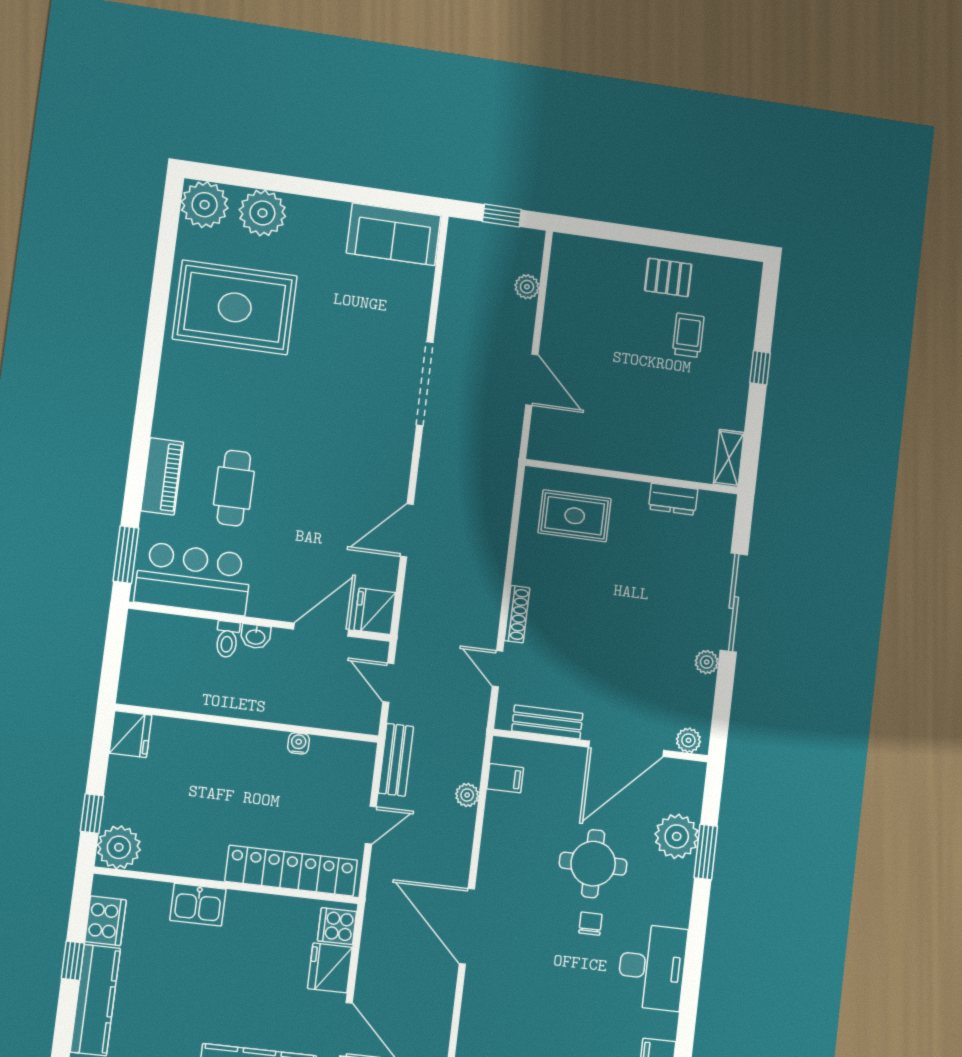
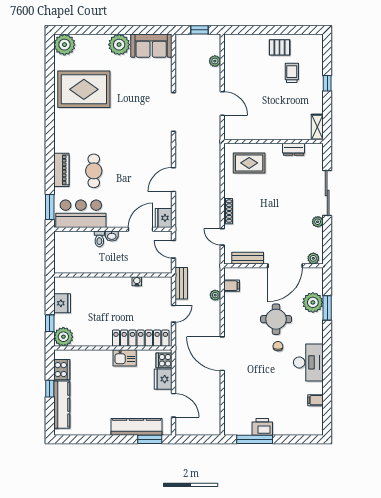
plant: (262, 213) -> (119, 45), moved
fridge: (131, 734) -> (62, 303), moved
kitchen sink: (198, 905) -> (125, 358), moved

